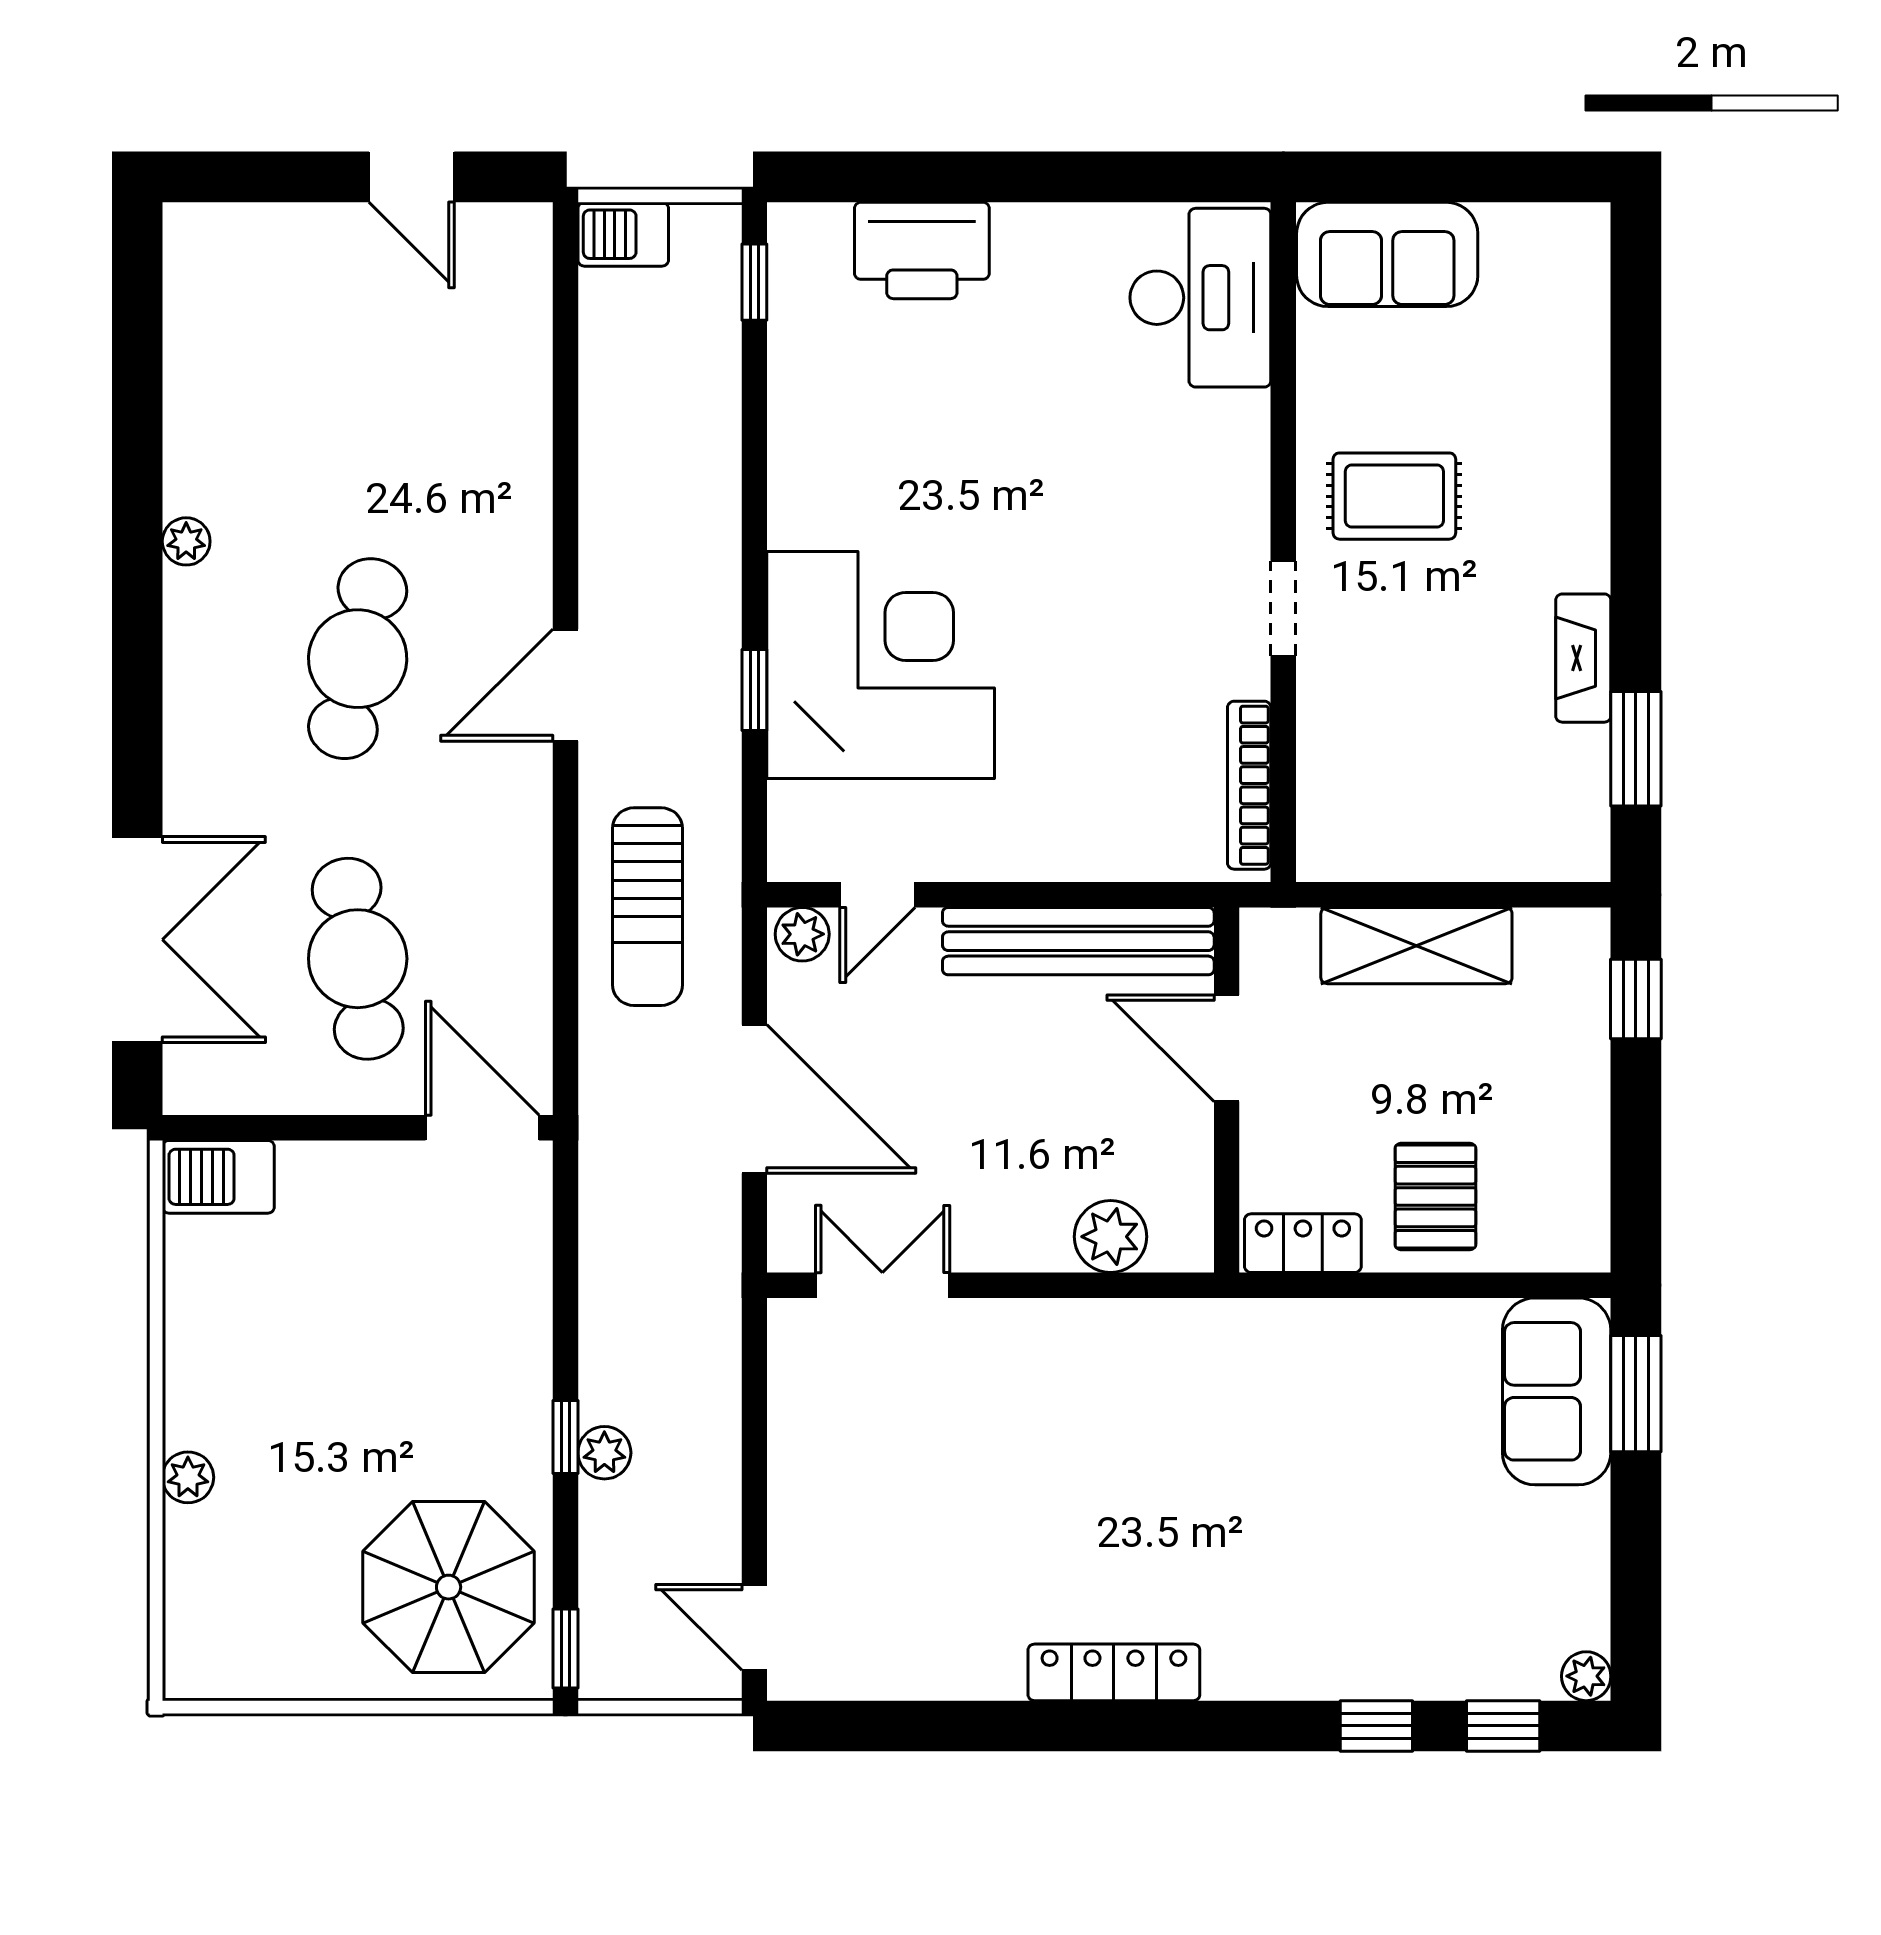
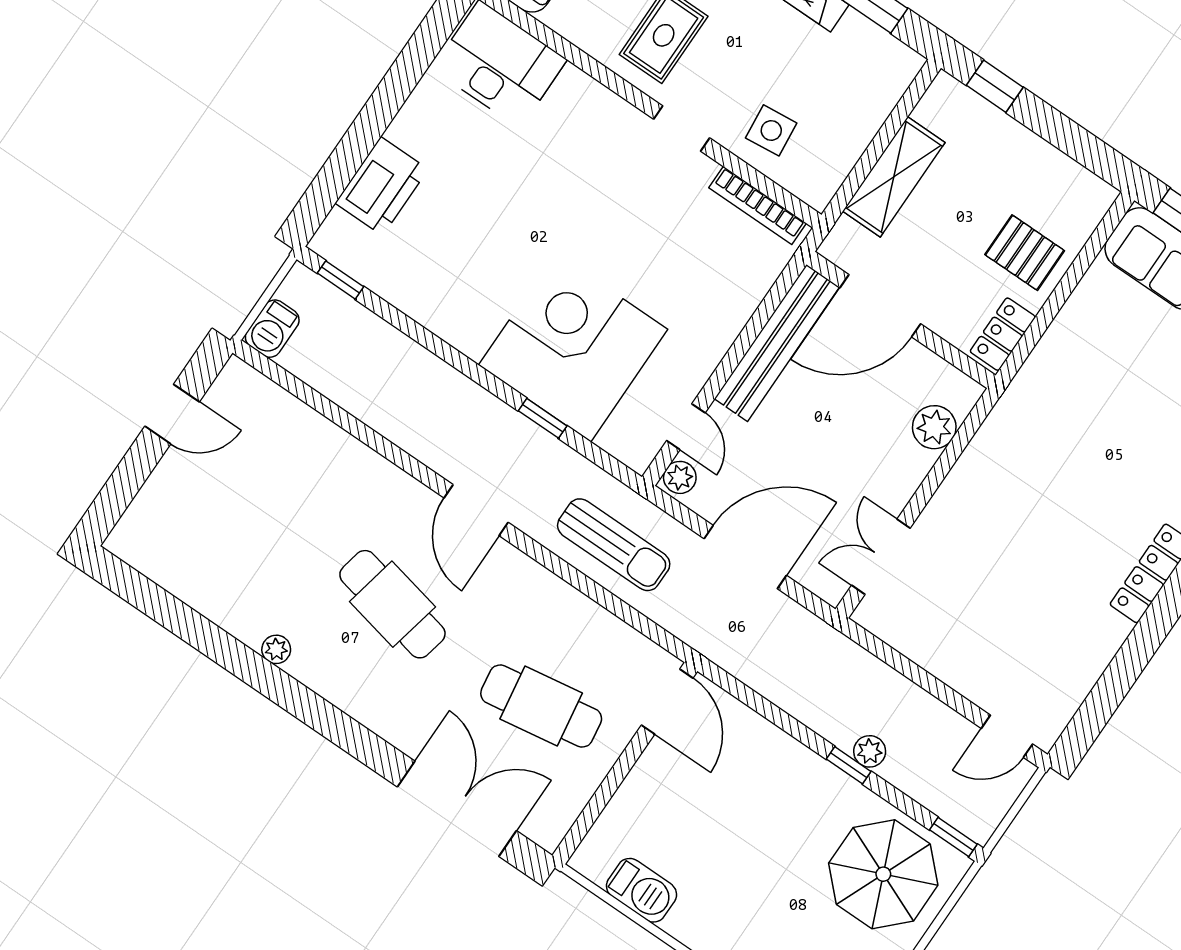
side table: (1365, 733) -> (771, 130), added
door: (1227, 1048) -> (880, 306), width x1.36
door: (482, 1128) -> (667, 702), swing flipped
barbecue: (218, 1177) -> (642, 890), moved, turned -90

